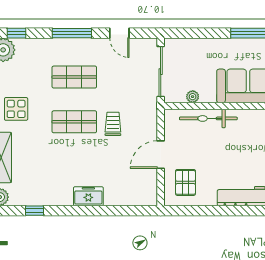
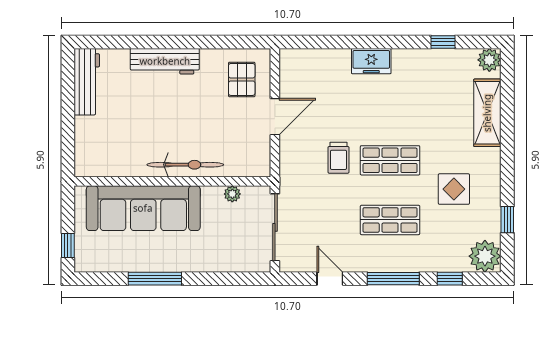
window: (17, 33) -> (450, 279), moved
display table: (16, 109) -> (454, 189), moved
bicycle: (208, 118) -> (185, 165), moved

